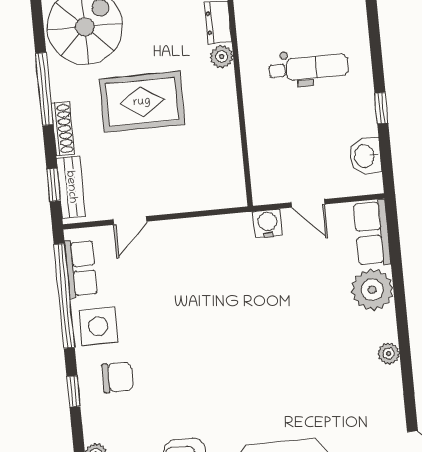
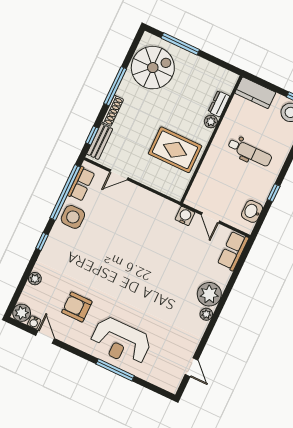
rug: (142, 102) -> (175, 150), moved
plant: (372, 290) -> (209, 294), moved
chair: (117, 377) -> (68, 247), removed

